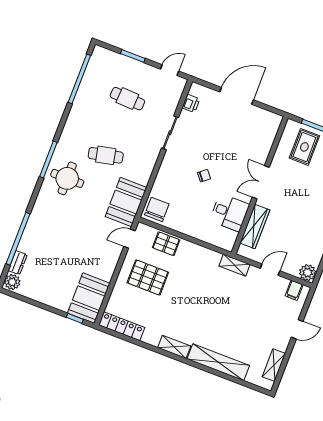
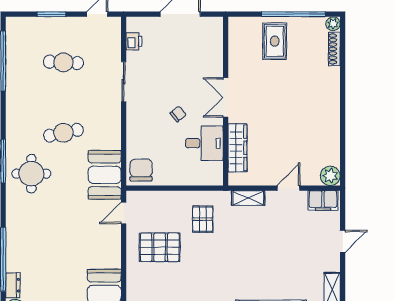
double door: (261, 182) -> (226, 97), moved
wall: (260, 185) -> (226, 101), moved
desk: (230, 213) -> (204, 143), moved
wardrobe: (255, 226) -> (237, 148), moved
pallet: (166, 244) -> (203, 219), moved, turned 90
filing cabinet: (294, 290) -> (323, 200), width x2.00

